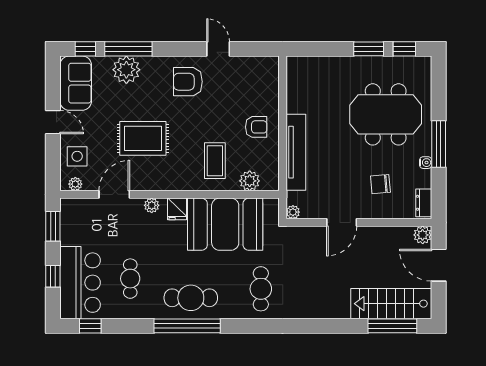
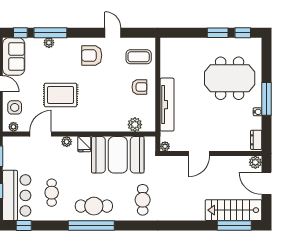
plant: (126, 70) -> (49, 43), width x0.53, depth x0.53
coffee table: (215, 161) -> (139, 57), moved, turned 90
chair: (380, 184) -> (226, 127), removed

